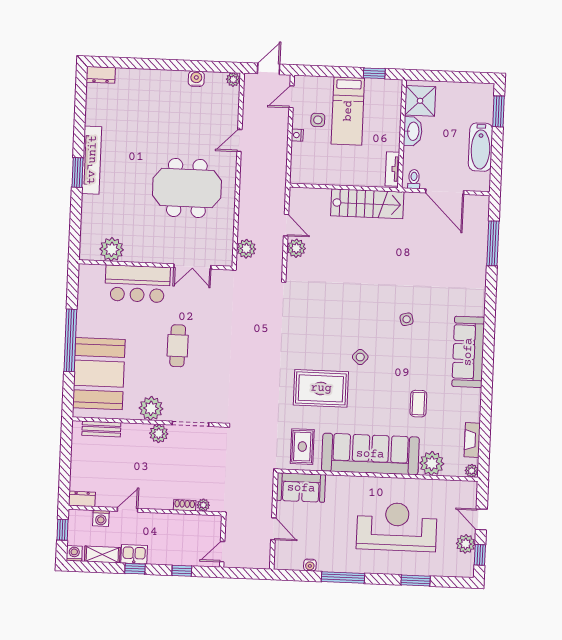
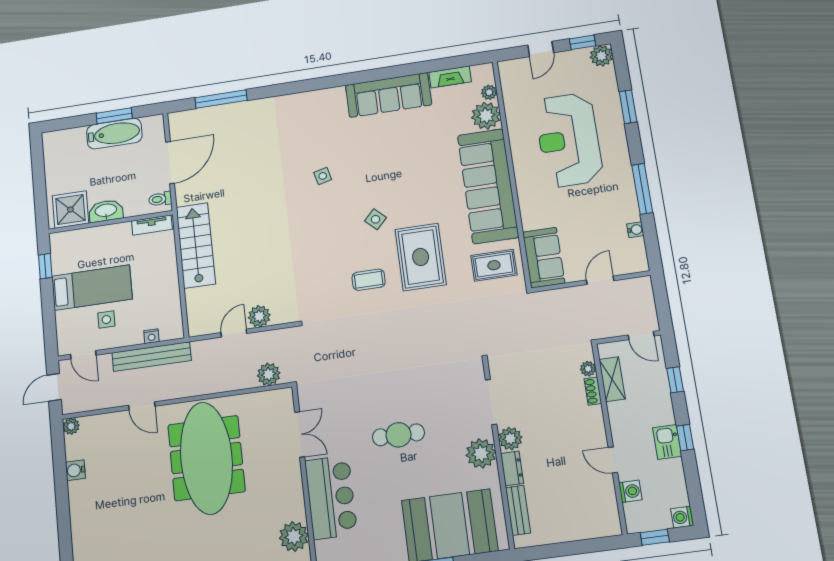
door: (269, 69) -> (54, 387), hinge flipped
window: (498, 111) -> (114, 116), moved
nightstand: (297, 135) -> (151, 336), moved
bench: (279, 154) -> (152, 357), added
meeting table: (187, 188) -> (206, 458), width x1.36
sofa: (468, 352) -> (388, 95), moved
coffee table: (418, 404) -> (369, 280), moved
plant: (472, 471) -> (489, 92), moved
dresser: (82, 499) -> (512, 468), moved, turned 180
plant: (466, 544) -> (601, 56), moved
shelving: (102, 554) -> (612, 379), moved

